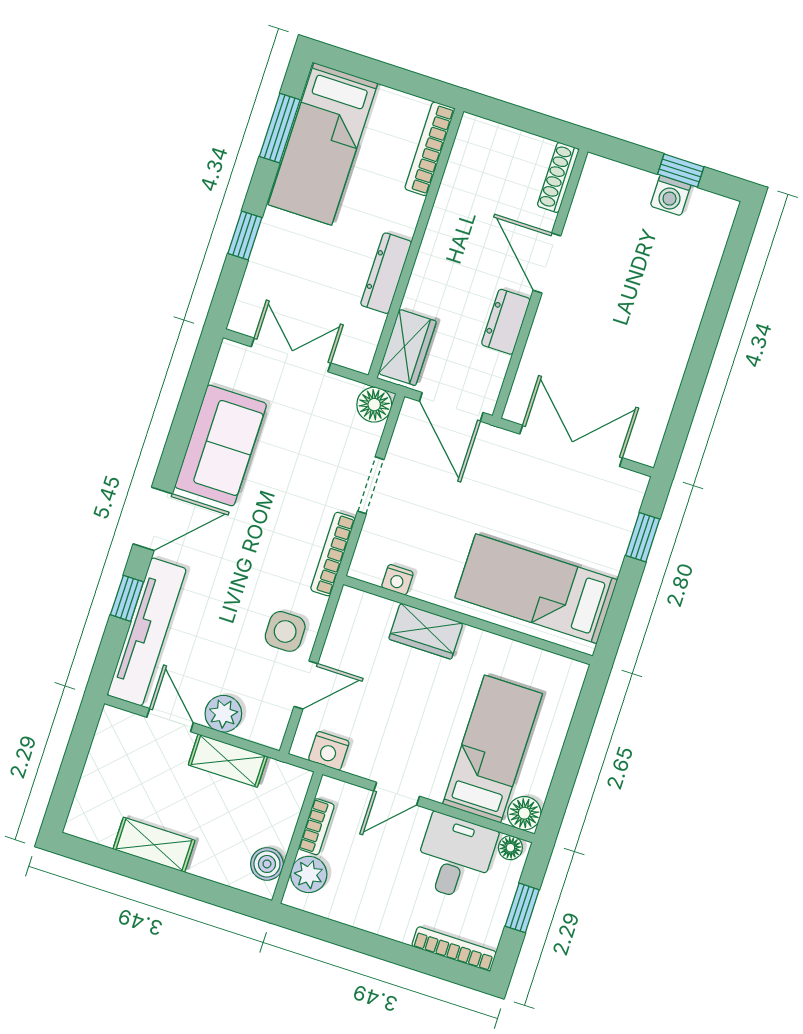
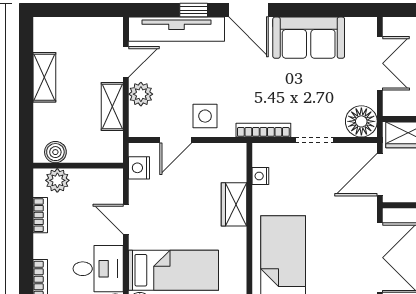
floor lamp: (374, 405) -> (361, 121), width x1.38, depth x1.38
door: (306, 685) -> (176, 140), hinge flipped
bookcase: (316, 827) -> (40, 215), moved, turned -90

